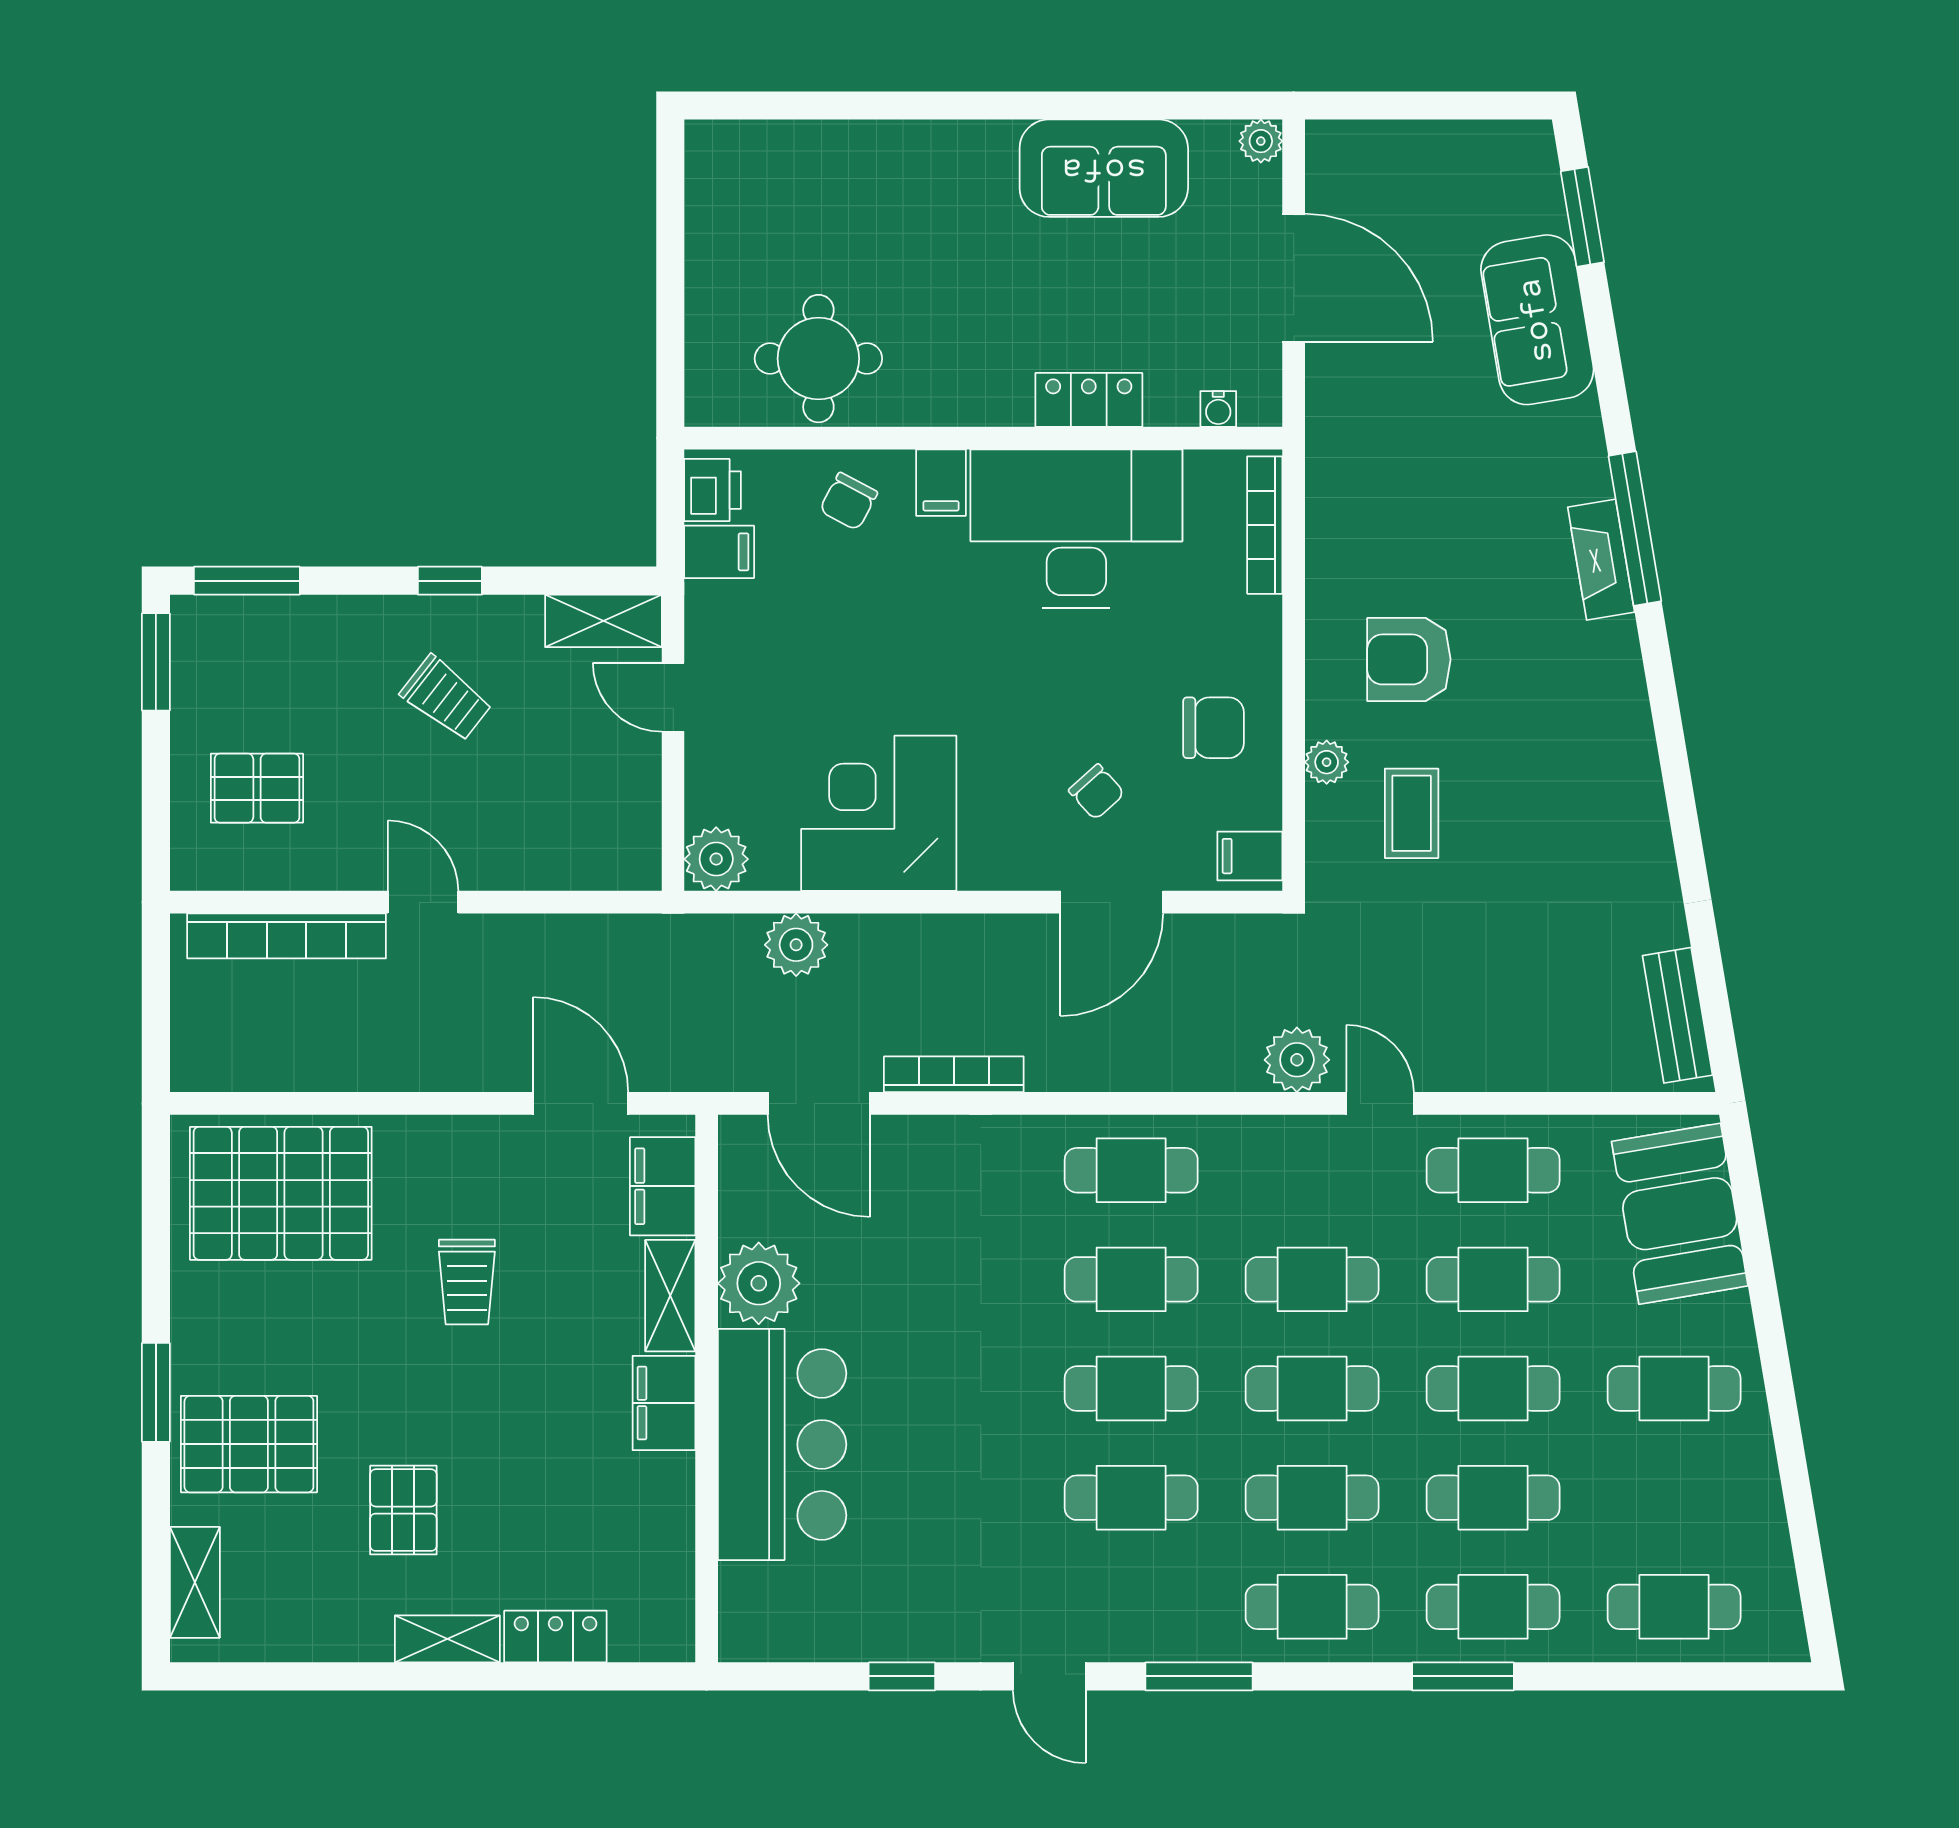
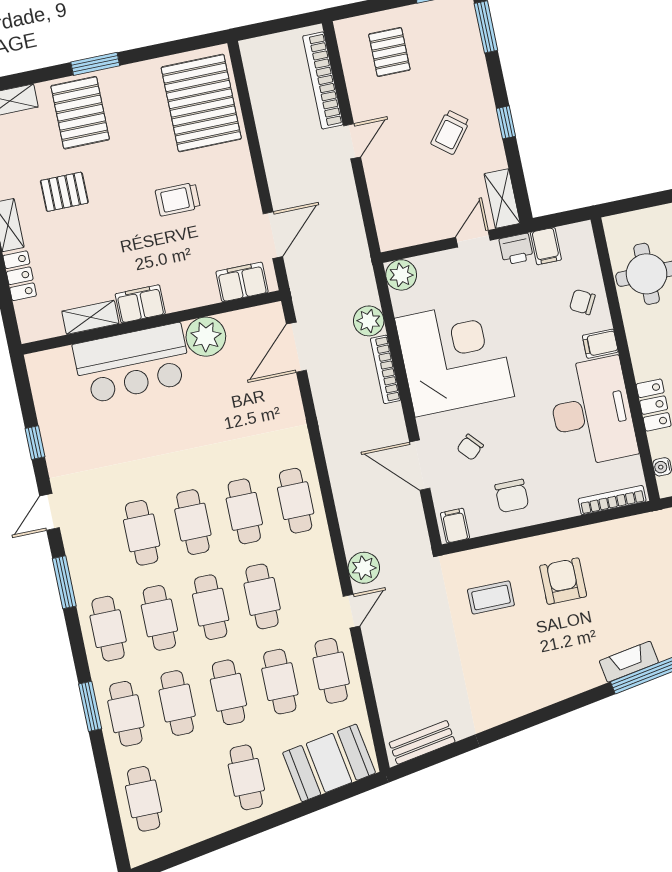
printer: (713, 490) -> (516, 249), moved
plant: (1327, 762) -> (507, 552), removed
corner desk: (879, 813) -> (455, 357), width x1.36, depth x1.36
bookcase: (954, 1074) -> (385, 369), moved, turned 180
shelving: (670, 1296) -> (90, 317), moved

